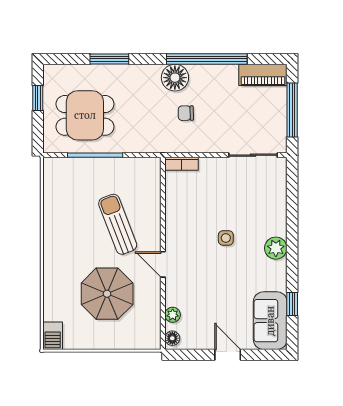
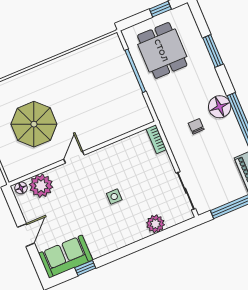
sun lounger: (118, 224) -> (90, 110), removed
plant: (276, 248) -> (155, 224), moved
plant: (173, 315) -> (41, 186), width x1.88, depth x1.88

